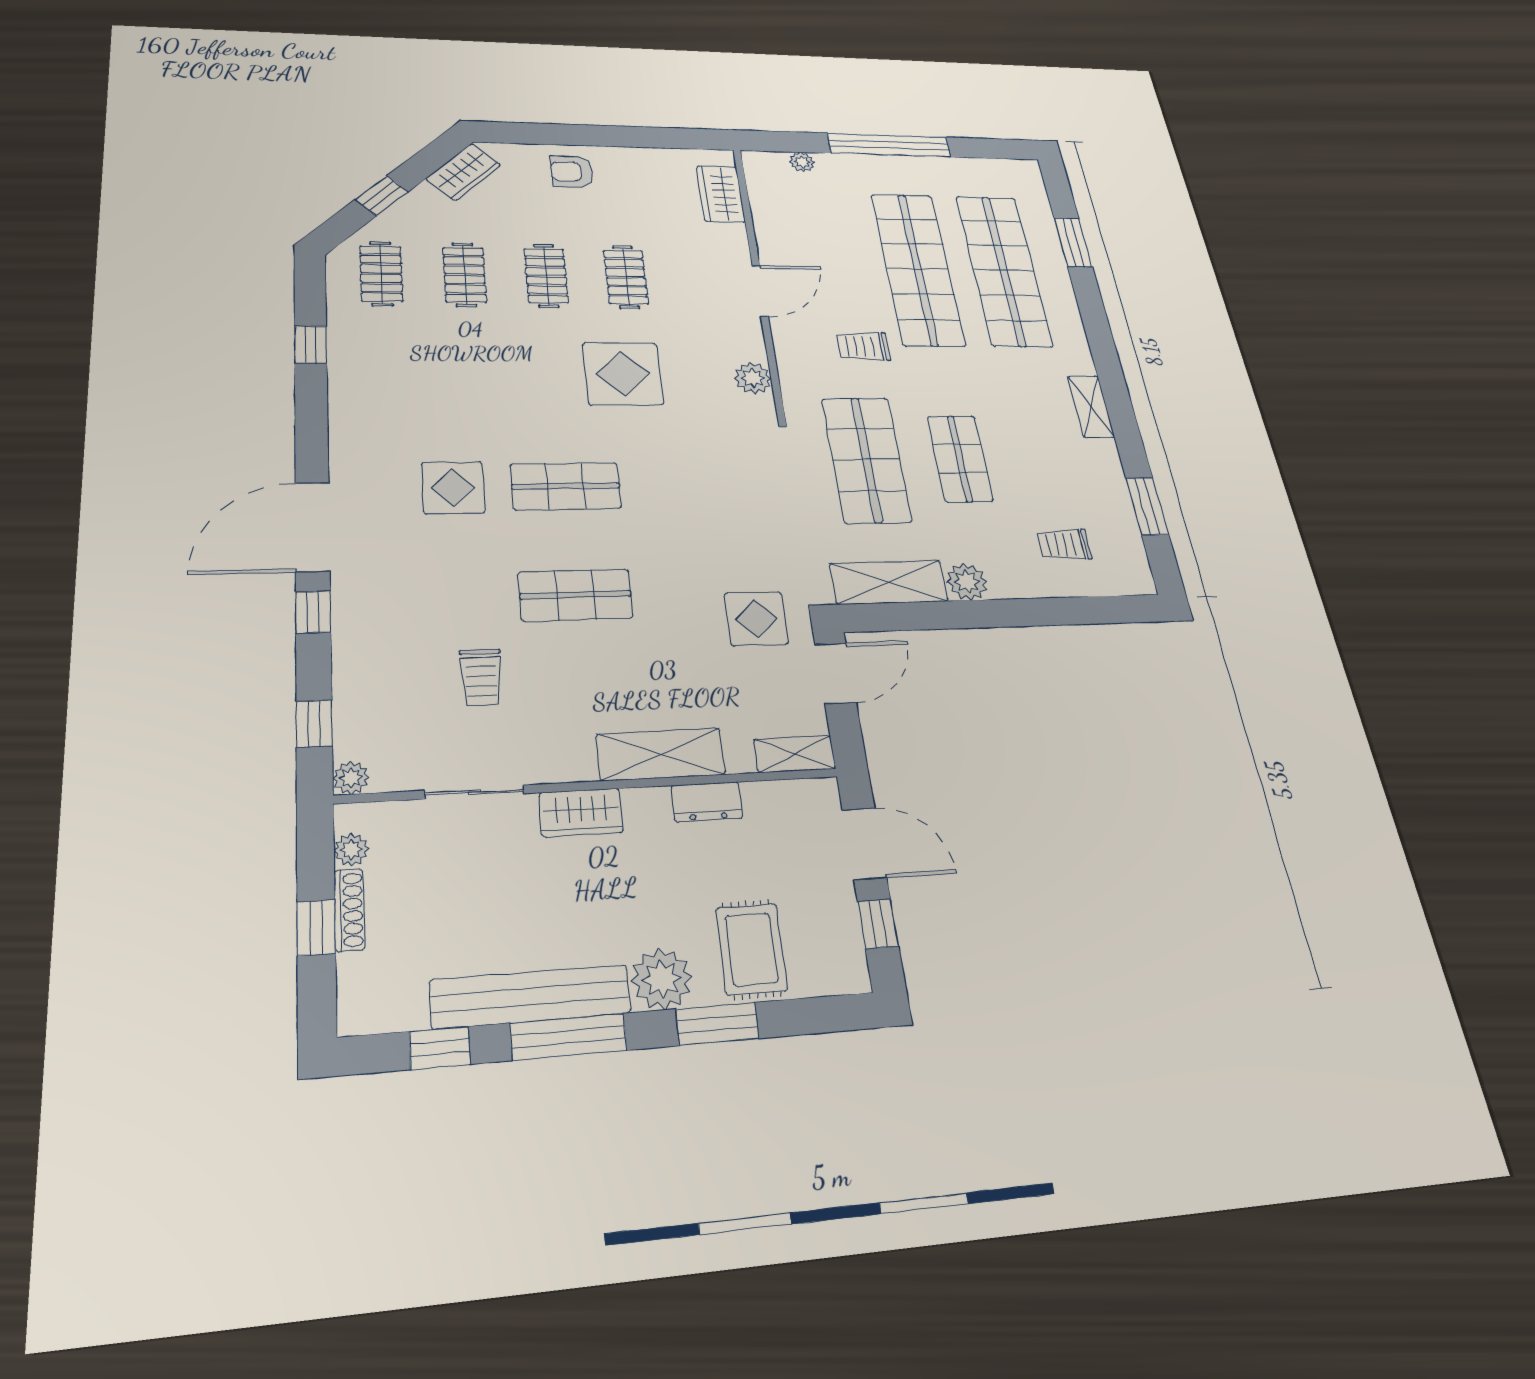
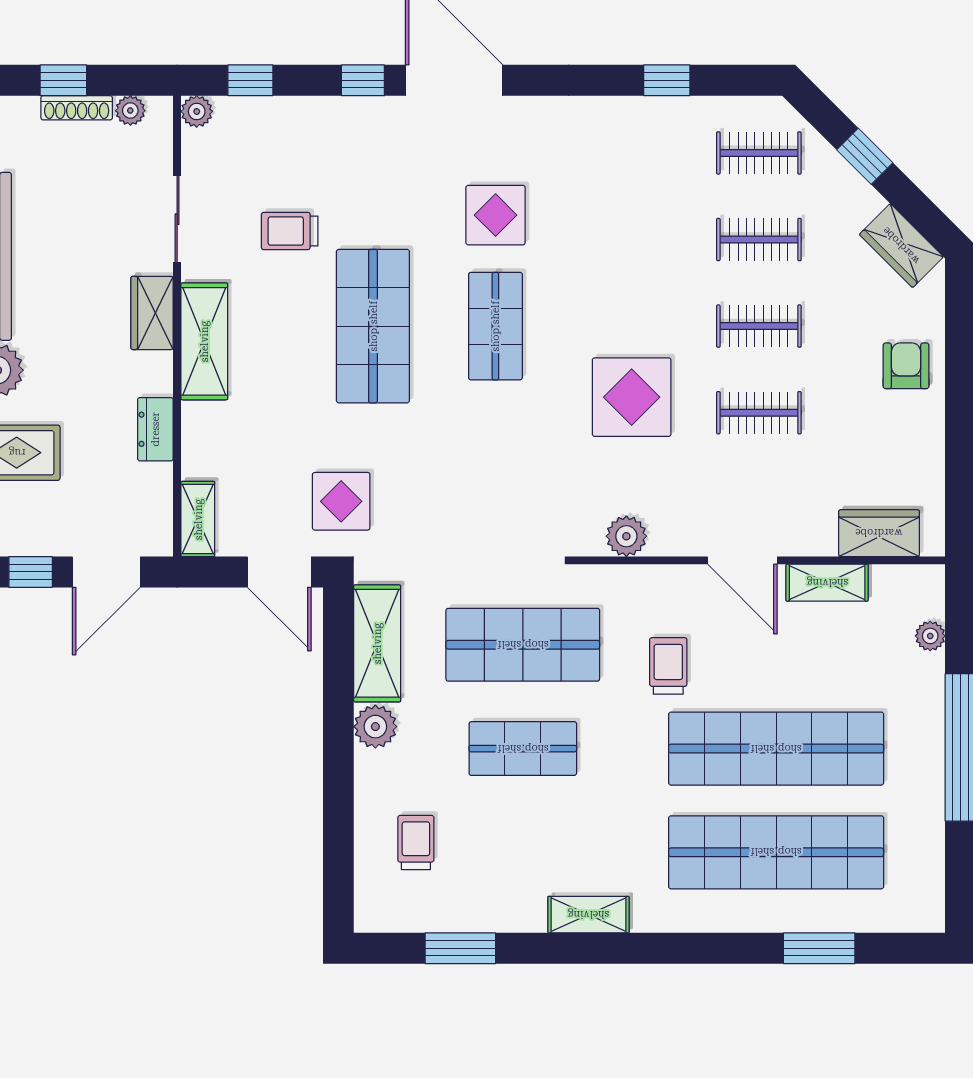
shelving: (770, 231) -> (827, 583), added
shop shelf: (576, 595) -> (373, 326), width x1.43, depth x1.36
shelving: (661, 754) -> (204, 341), moved

